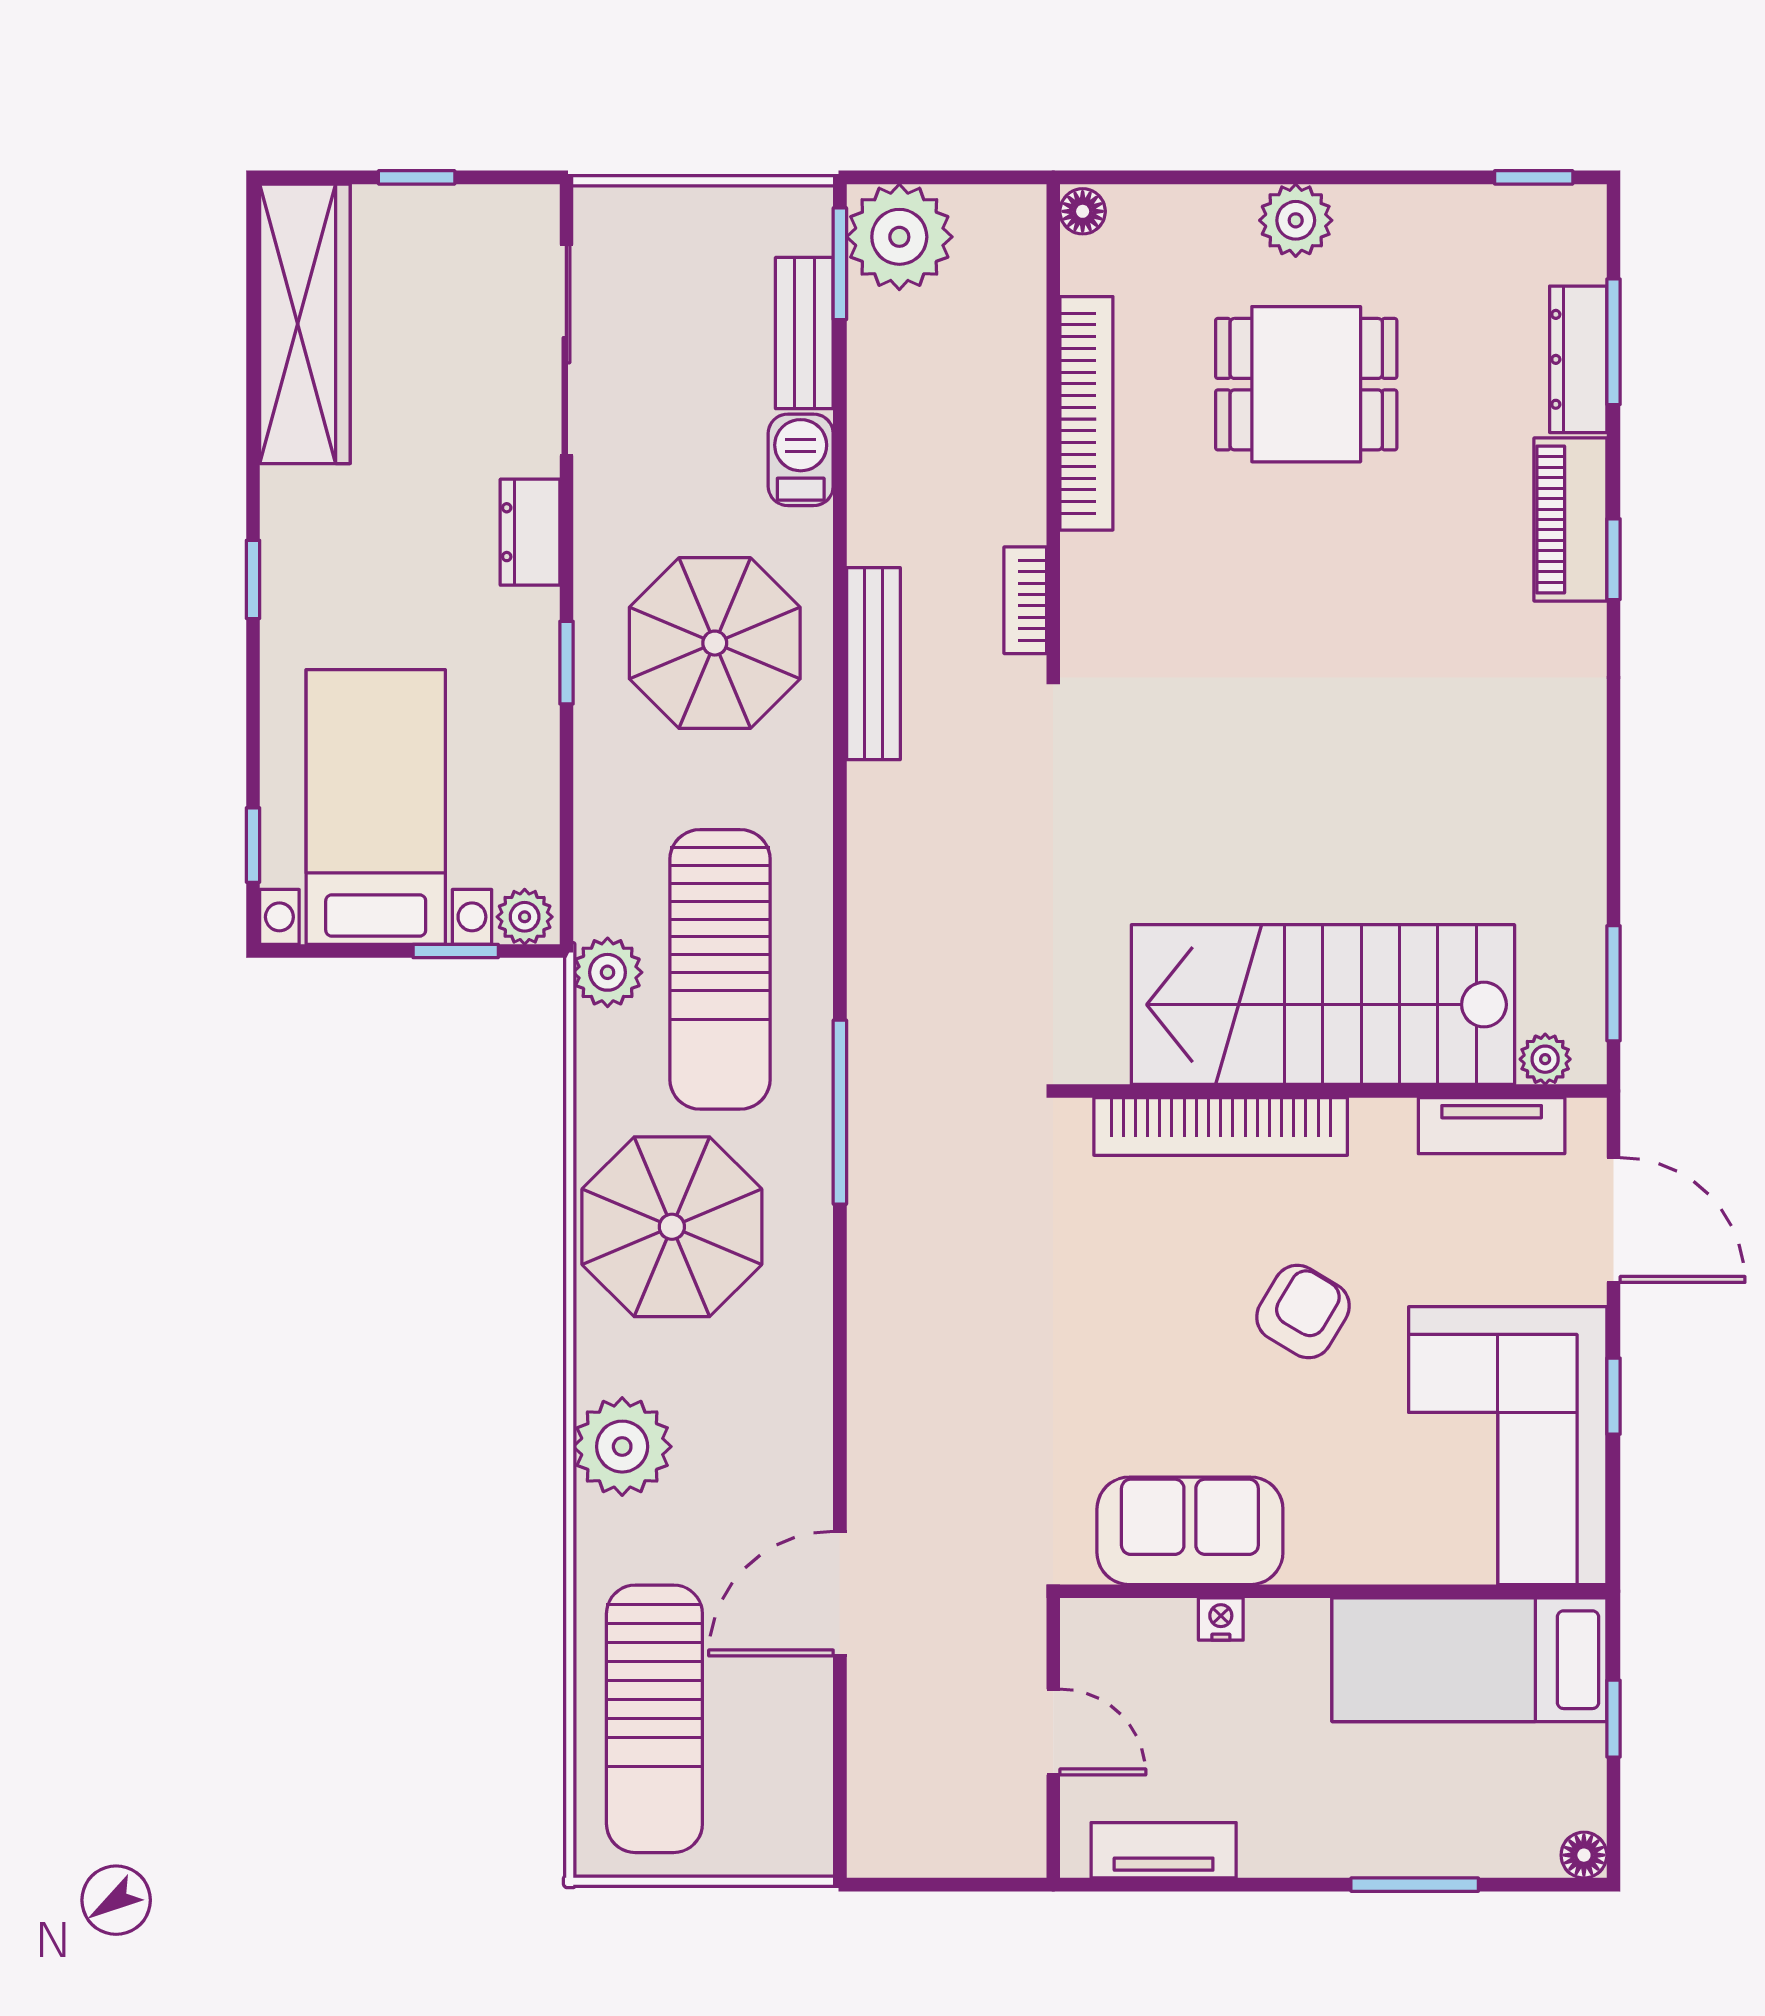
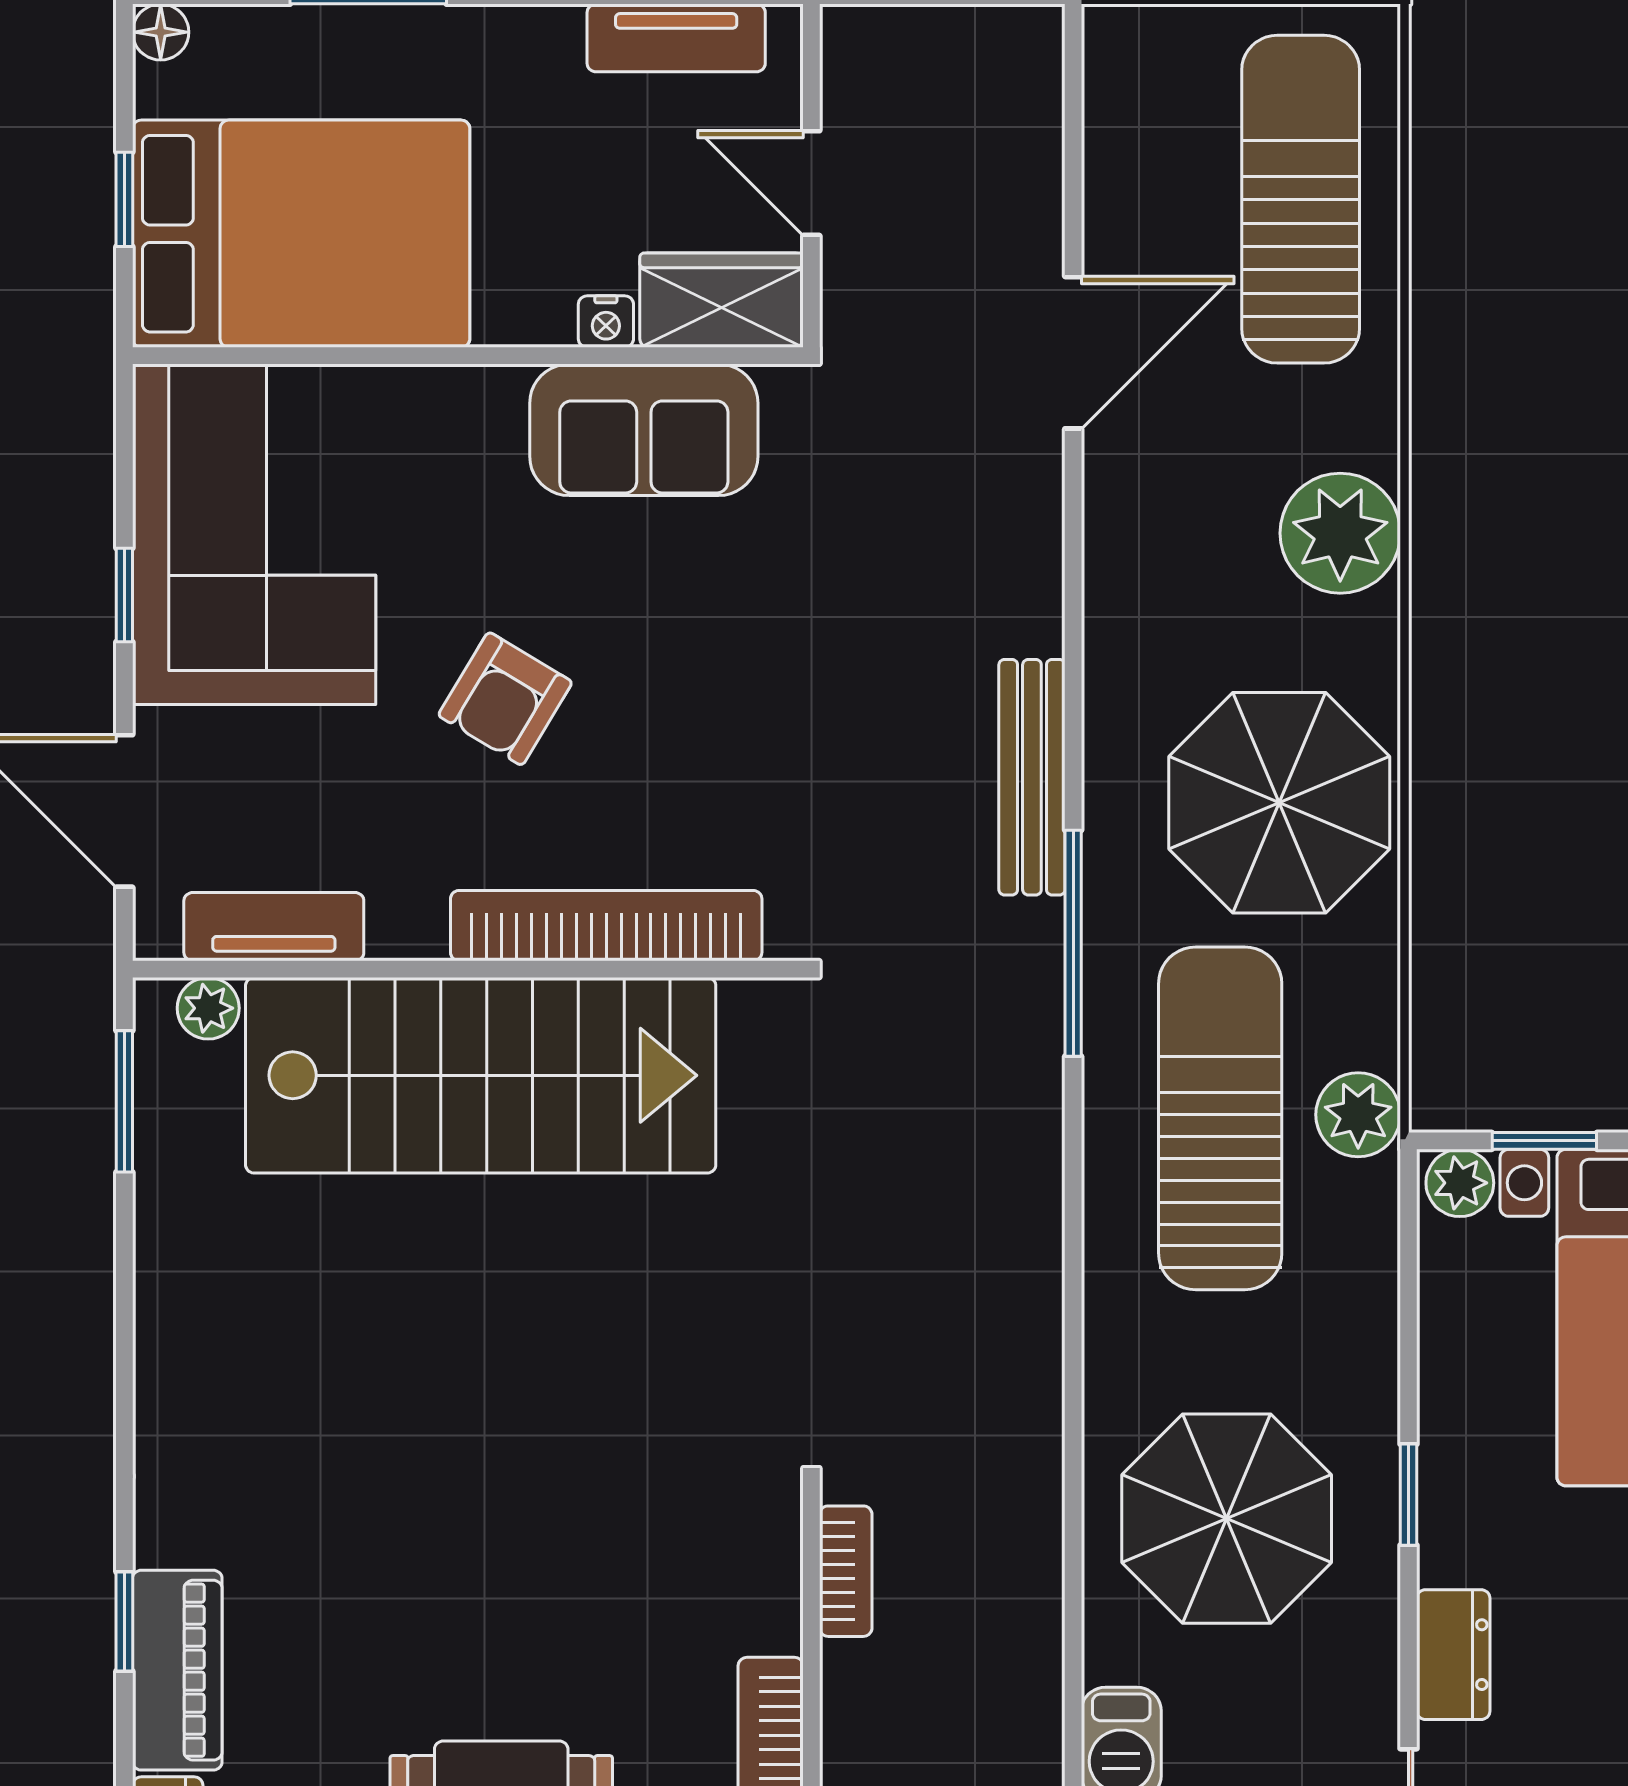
bench: (873, 664) -> (1032, 777), moved
wardrobe: (1127, 1637) -> (722, 300), added
bed: (1469, 1660) -> (301, 234), width x1.50

